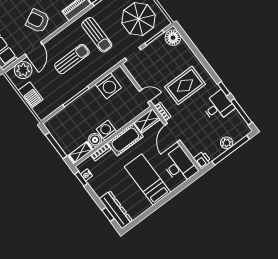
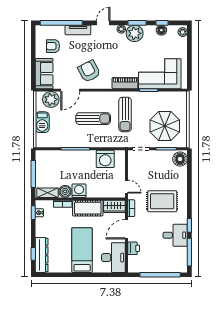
plant: (227, 143) -> (161, 267), removed
printer: (202, 160) -> (134, 248), moved

